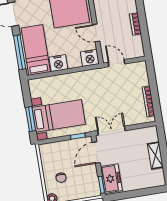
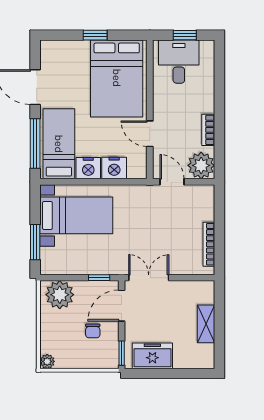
plant: (134, 49) -> (201, 165), added
nightstand: (90, 58) -> (114, 168), moved
bed with nightstands: (59, 116) -> (76, 215), moved
plant: (53, 152) -> (60, 295), added
chair: (61, 178) -> (93, 331), moved
freezer: (111, 179) -> (152, 356), moved, turned -90

